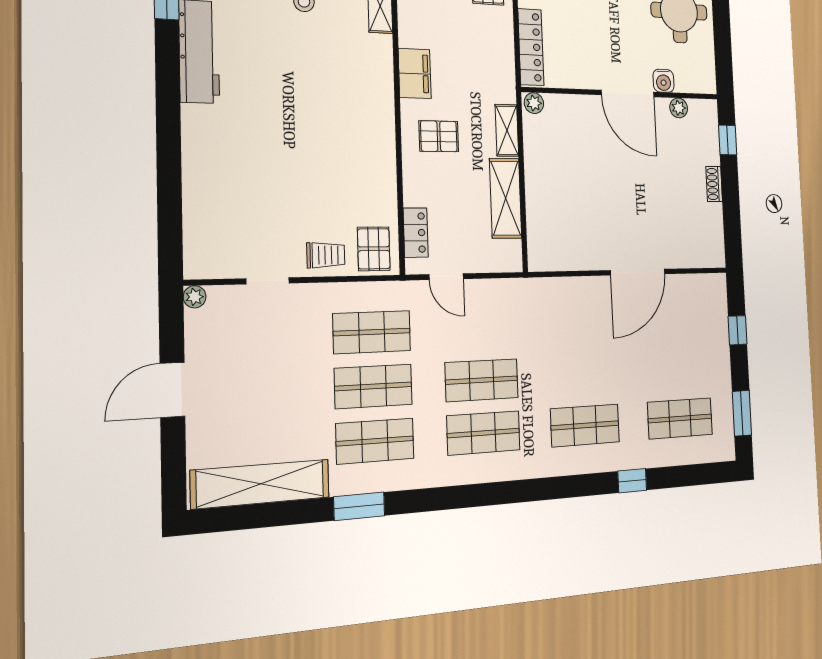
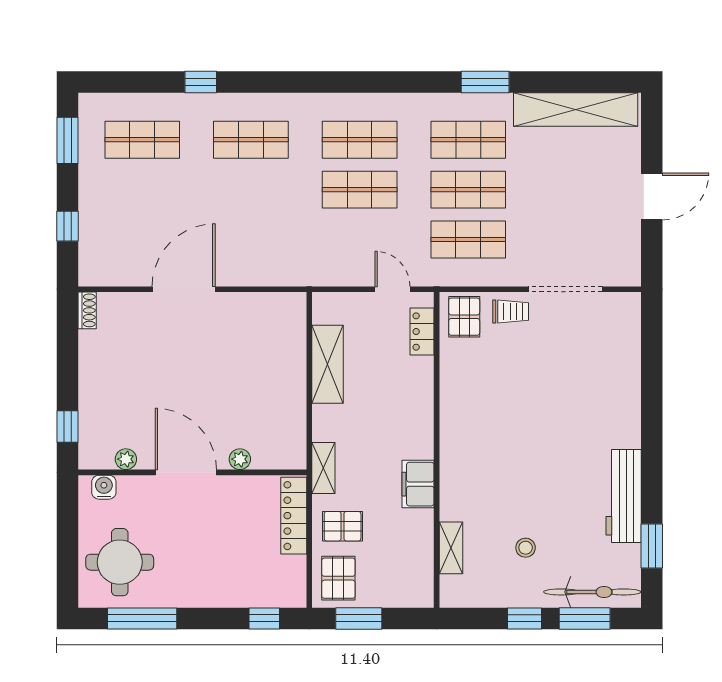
water cooler: (663, 81) -> (104, 487), moved
plant: (534, 103) -> (240, 459), moved
shelving: (507, 130) -> (323, 468), moved
pallet: (439, 136) -> (343, 526), moved
shoe rack: (714, 184) -> (87, 310), moved
trolley: (326, 255) -> (511, 312), turned 180
doorway: (268, 281) -> (566, 289), width x1.87
plant: (195, 297) -> (631, 277), removed

